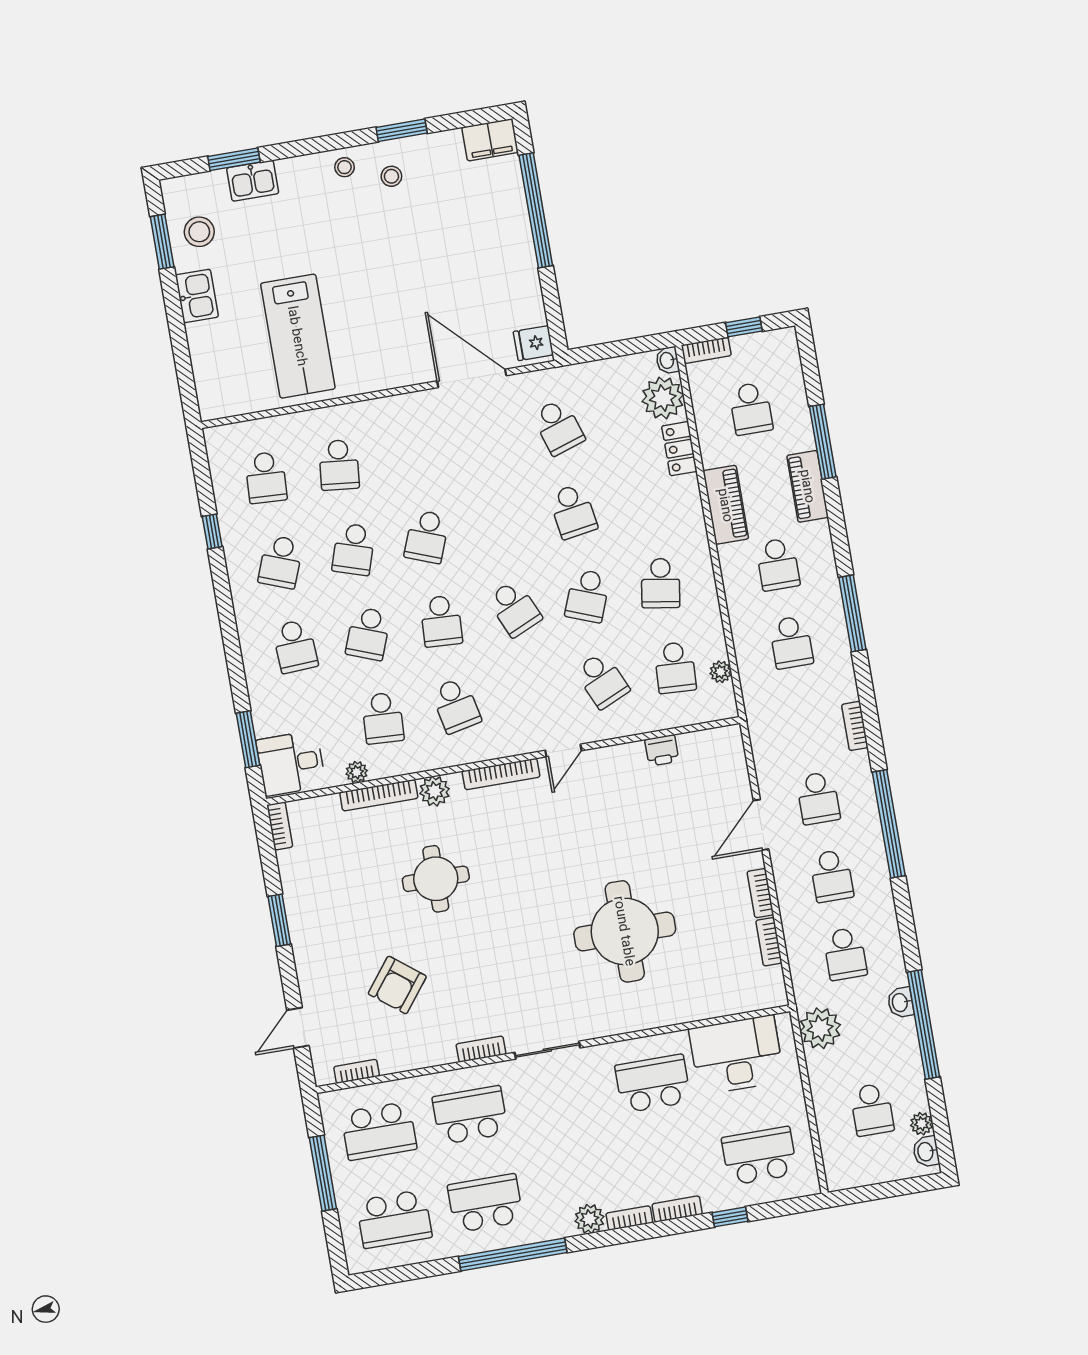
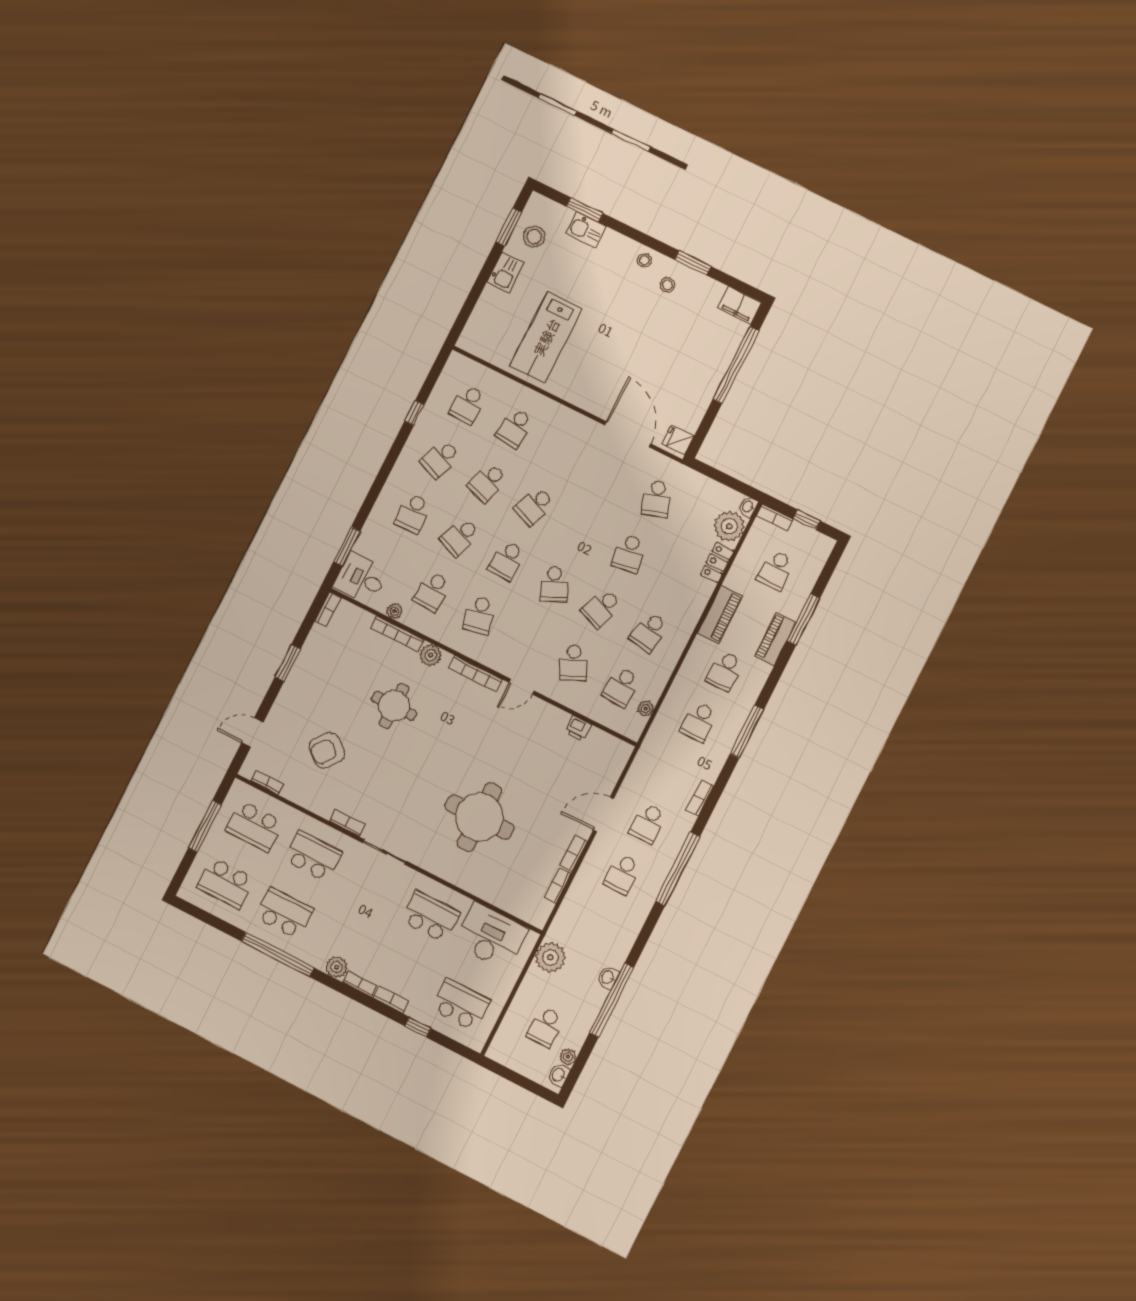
school desk: (845, 954) -> (597, 925), removed

